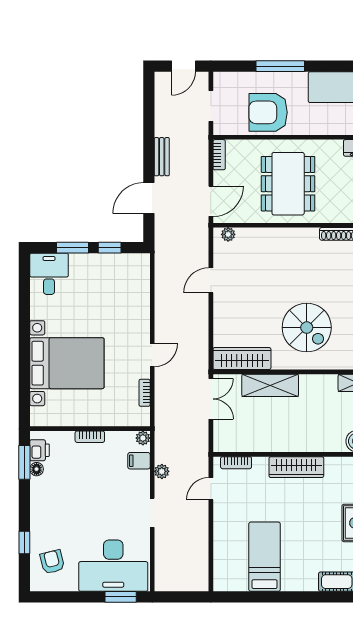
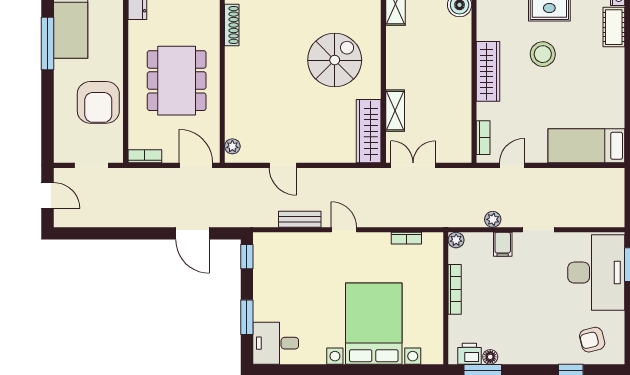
window: (280, 66) -> (48, 43), moved
bench: (162, 157) -> (300, 219), moved
dining table: (288, 184) -> (177, 81), turned 90
window: (110, 248) -> (247, 257), moved
door: (152, 355) -> (344, 230), moved
shelving: (270, 385) -> (395, 111), width x0.67, depth x0.75
bookcase: (90, 437) -> (455, 289), width x1.56
filing cabinet: (139, 461) -> (503, 244), moved
door: (211, 489) -> (512, 165), swing flipped
stool: (312, 517) -> (543, 54), added
bed: (265, 557) -> (586, 146), moved

